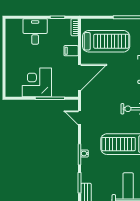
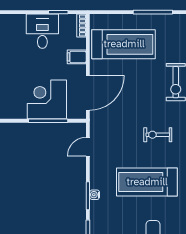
desk: (35, 31) -> (42, 31), moved
corner desk: (37, 82) -> (47, 99), moved
door: (79, 118) -> (88, 147), hinge flipped

